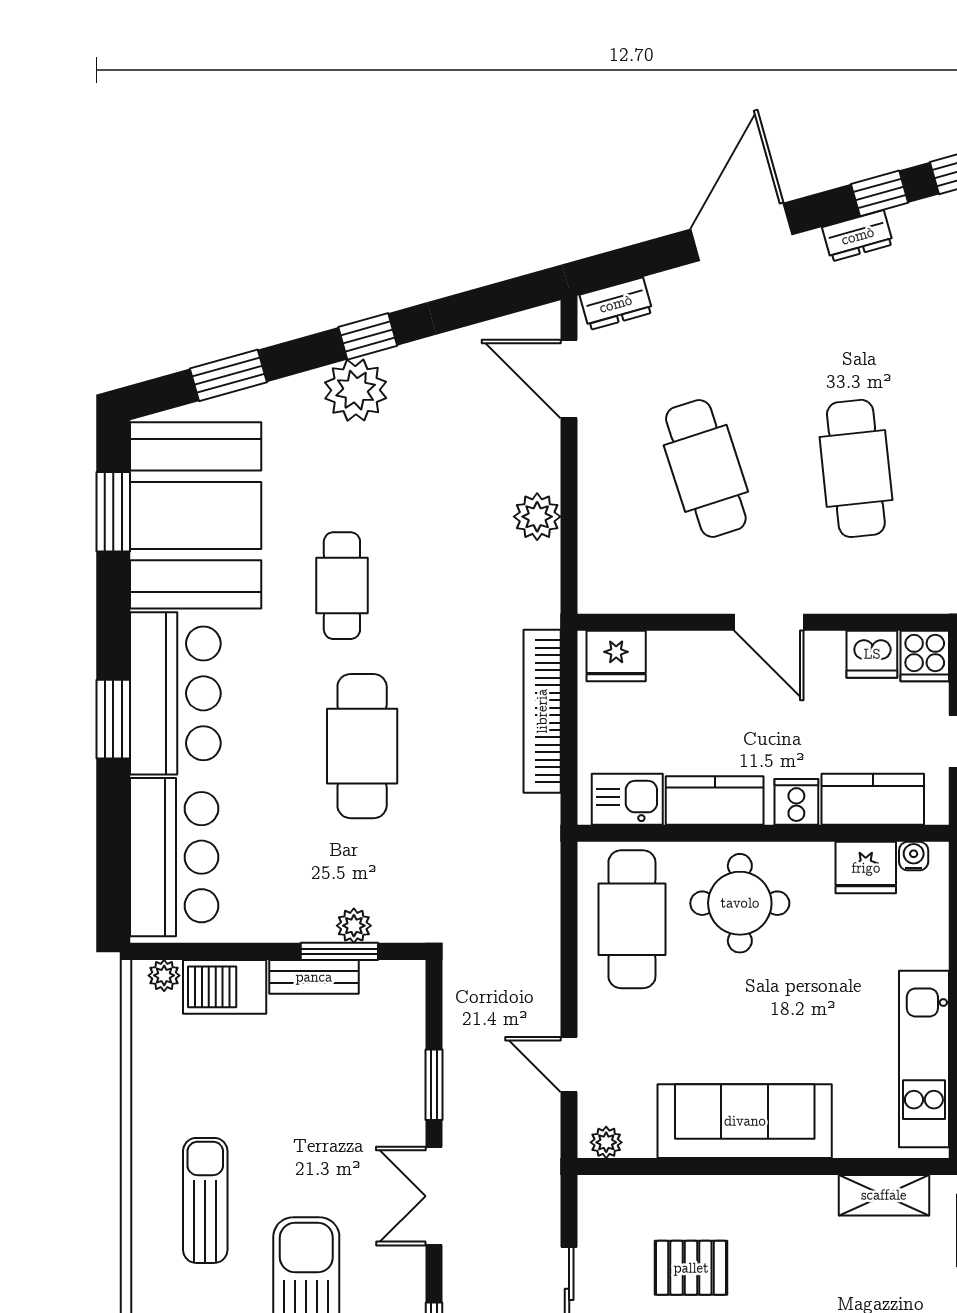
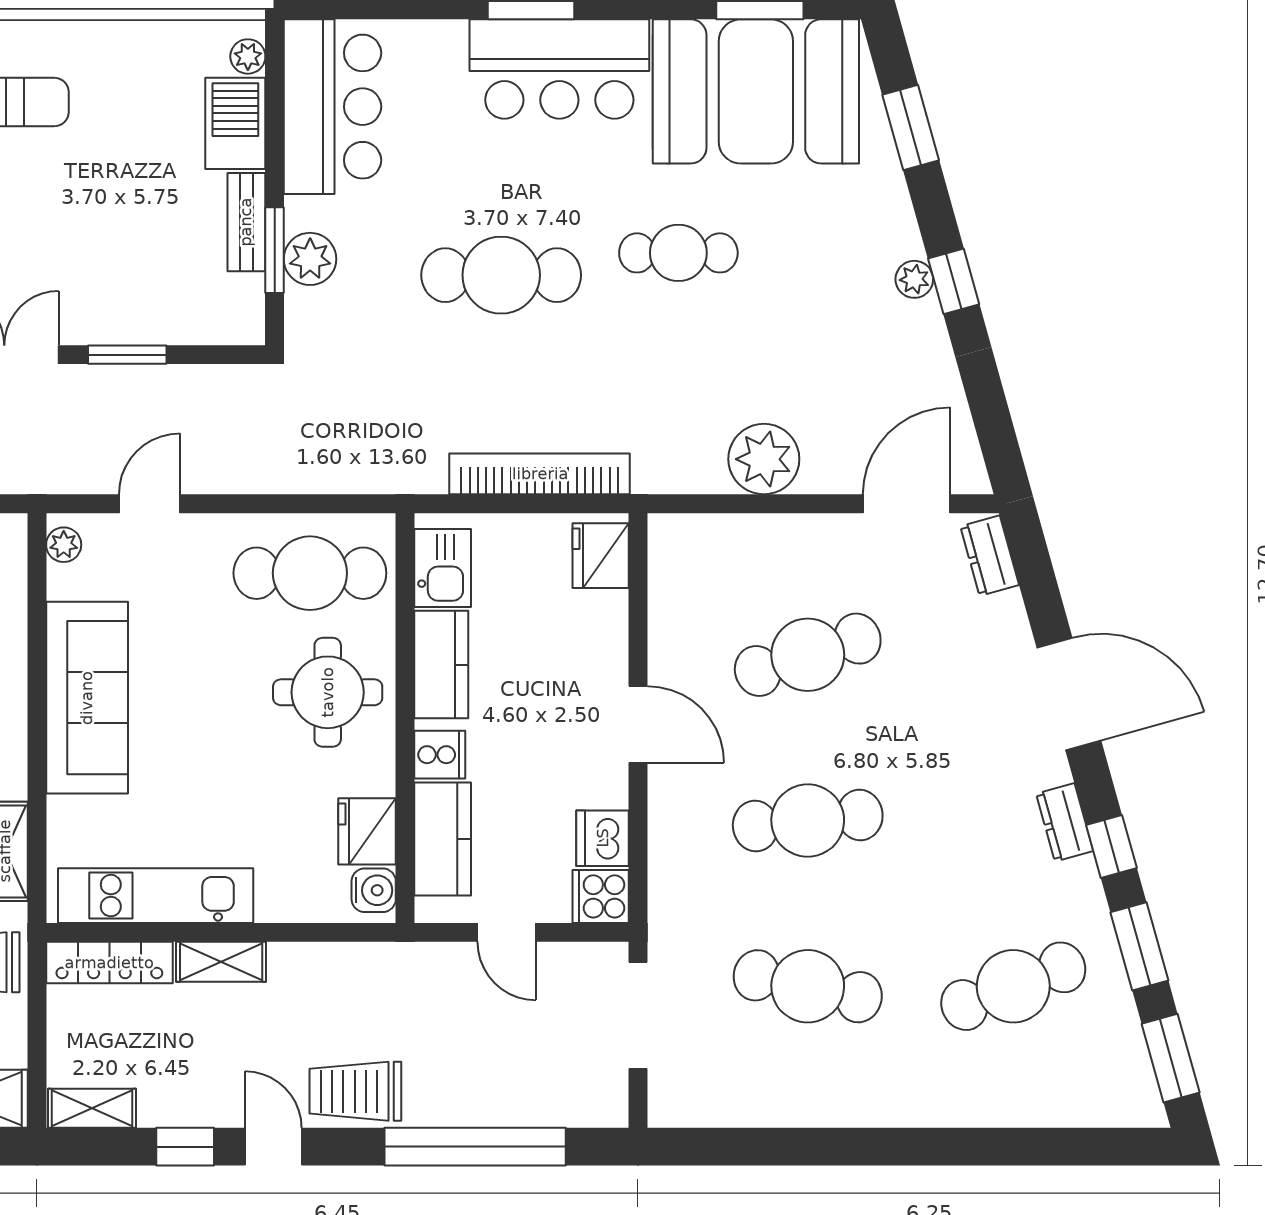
plant: (356, 390) -> (914, 279), width x0.53, depth x0.53
plant: (537, 517) -> (764, 459), width x1.36, depth x1.36
door: (769, 622) -> (638, 724), swing flipped
water cooler: (914, 856) -> (374, 890), width x1.38, depth x1.38
bar counter: (174, 857) -> (332, 107), moved, turned -90
plant: (354, 926) -> (310, 259), width x1.38, depth x1.38

